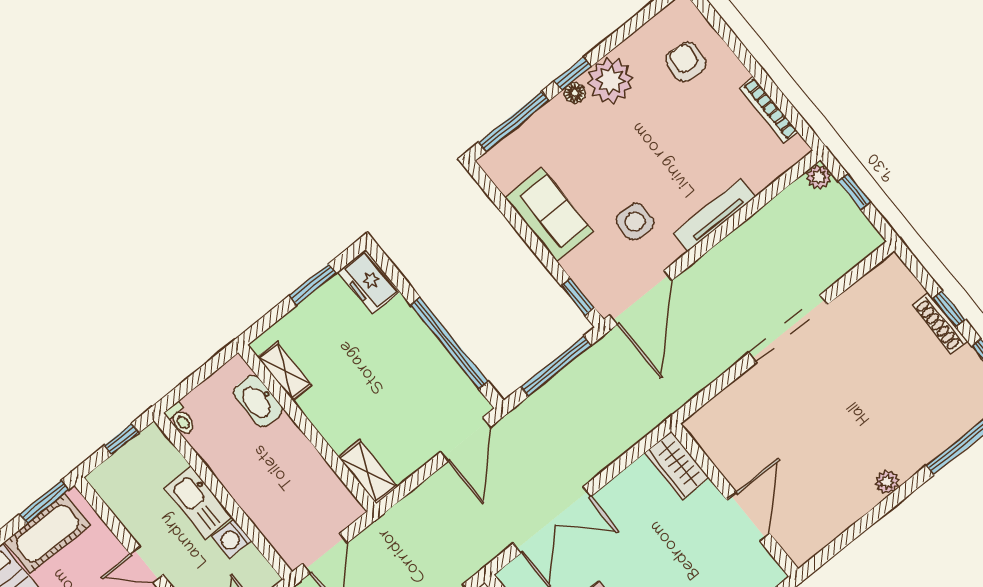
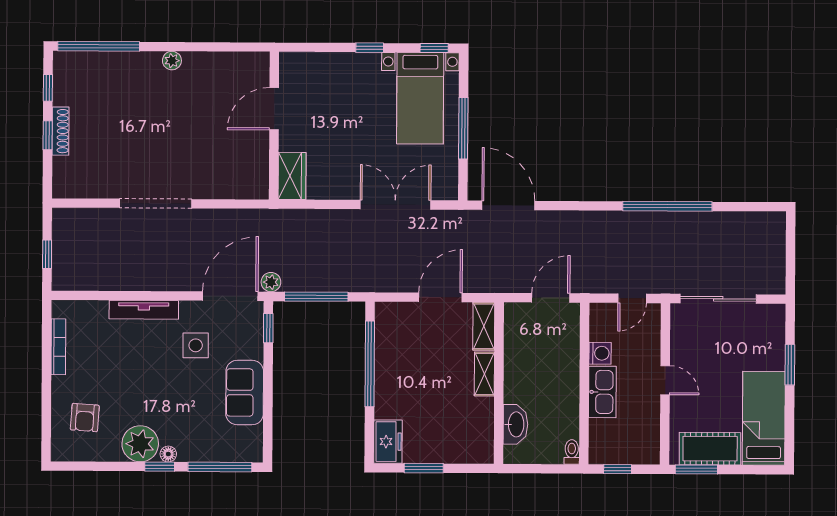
plant: (819, 177) -> (271, 282), moved
shelving: (285, 371) -> (484, 374), moved
door: (466, 439) -> (440, 297), moved

